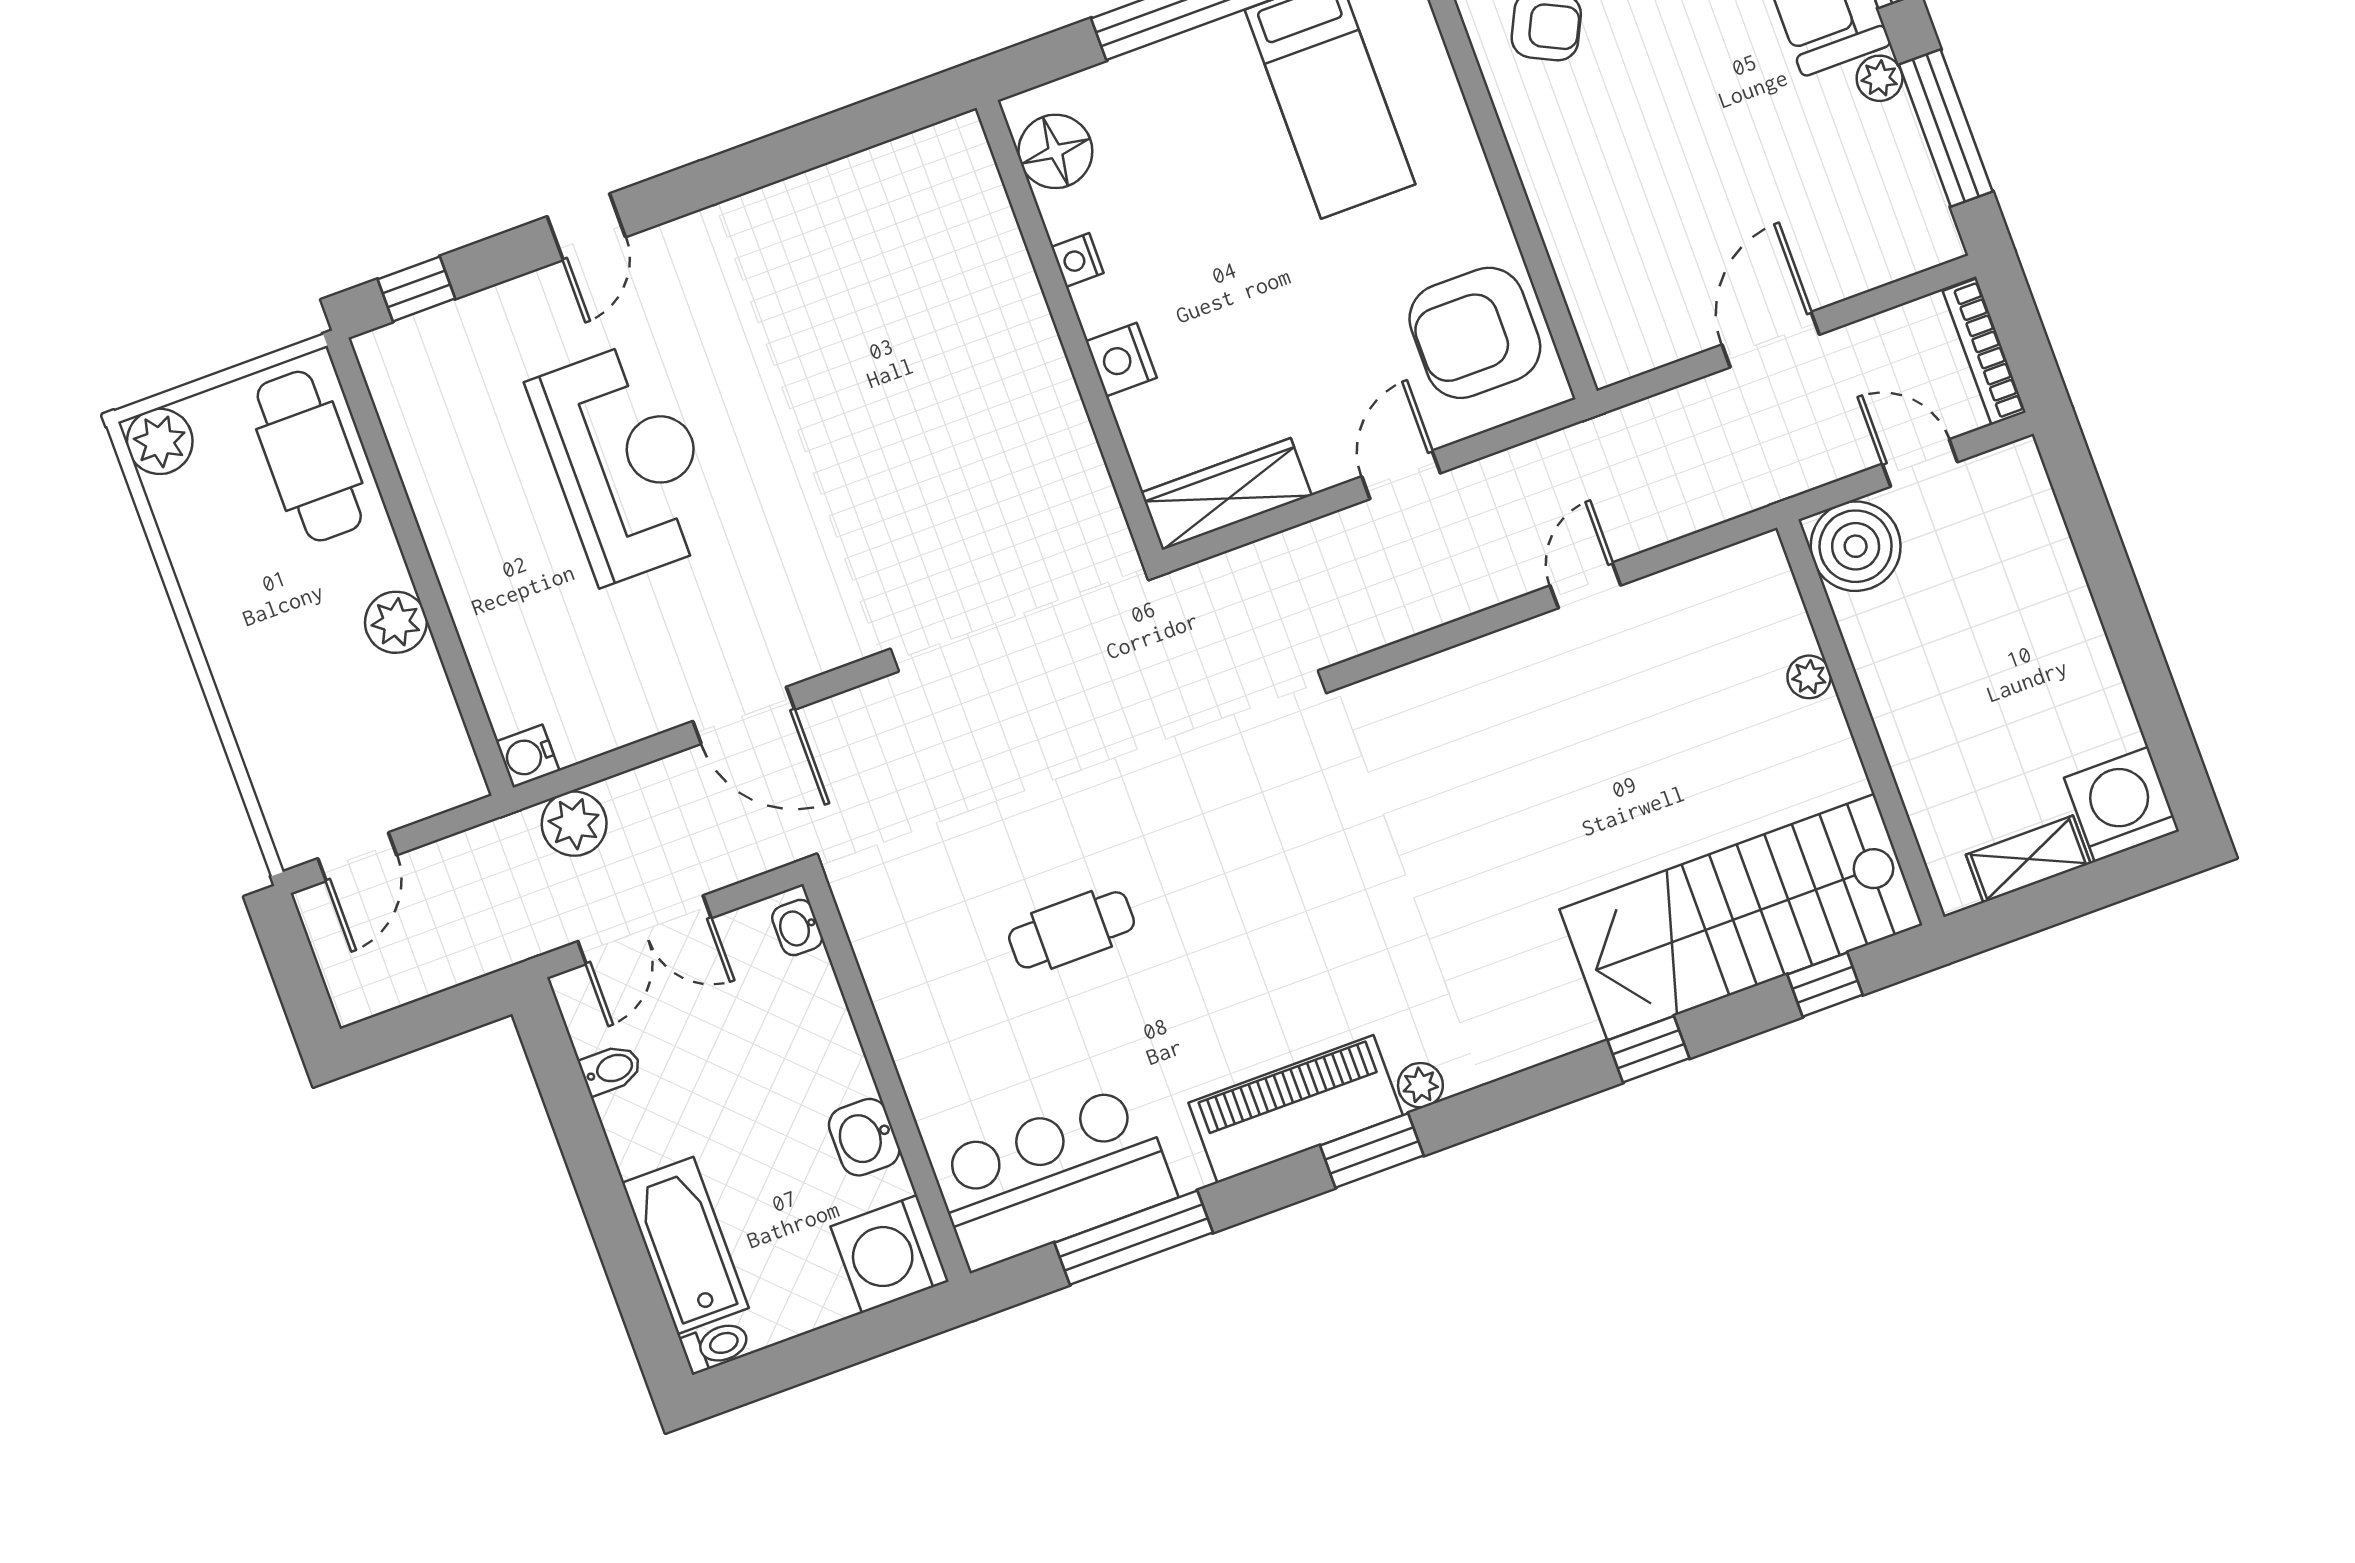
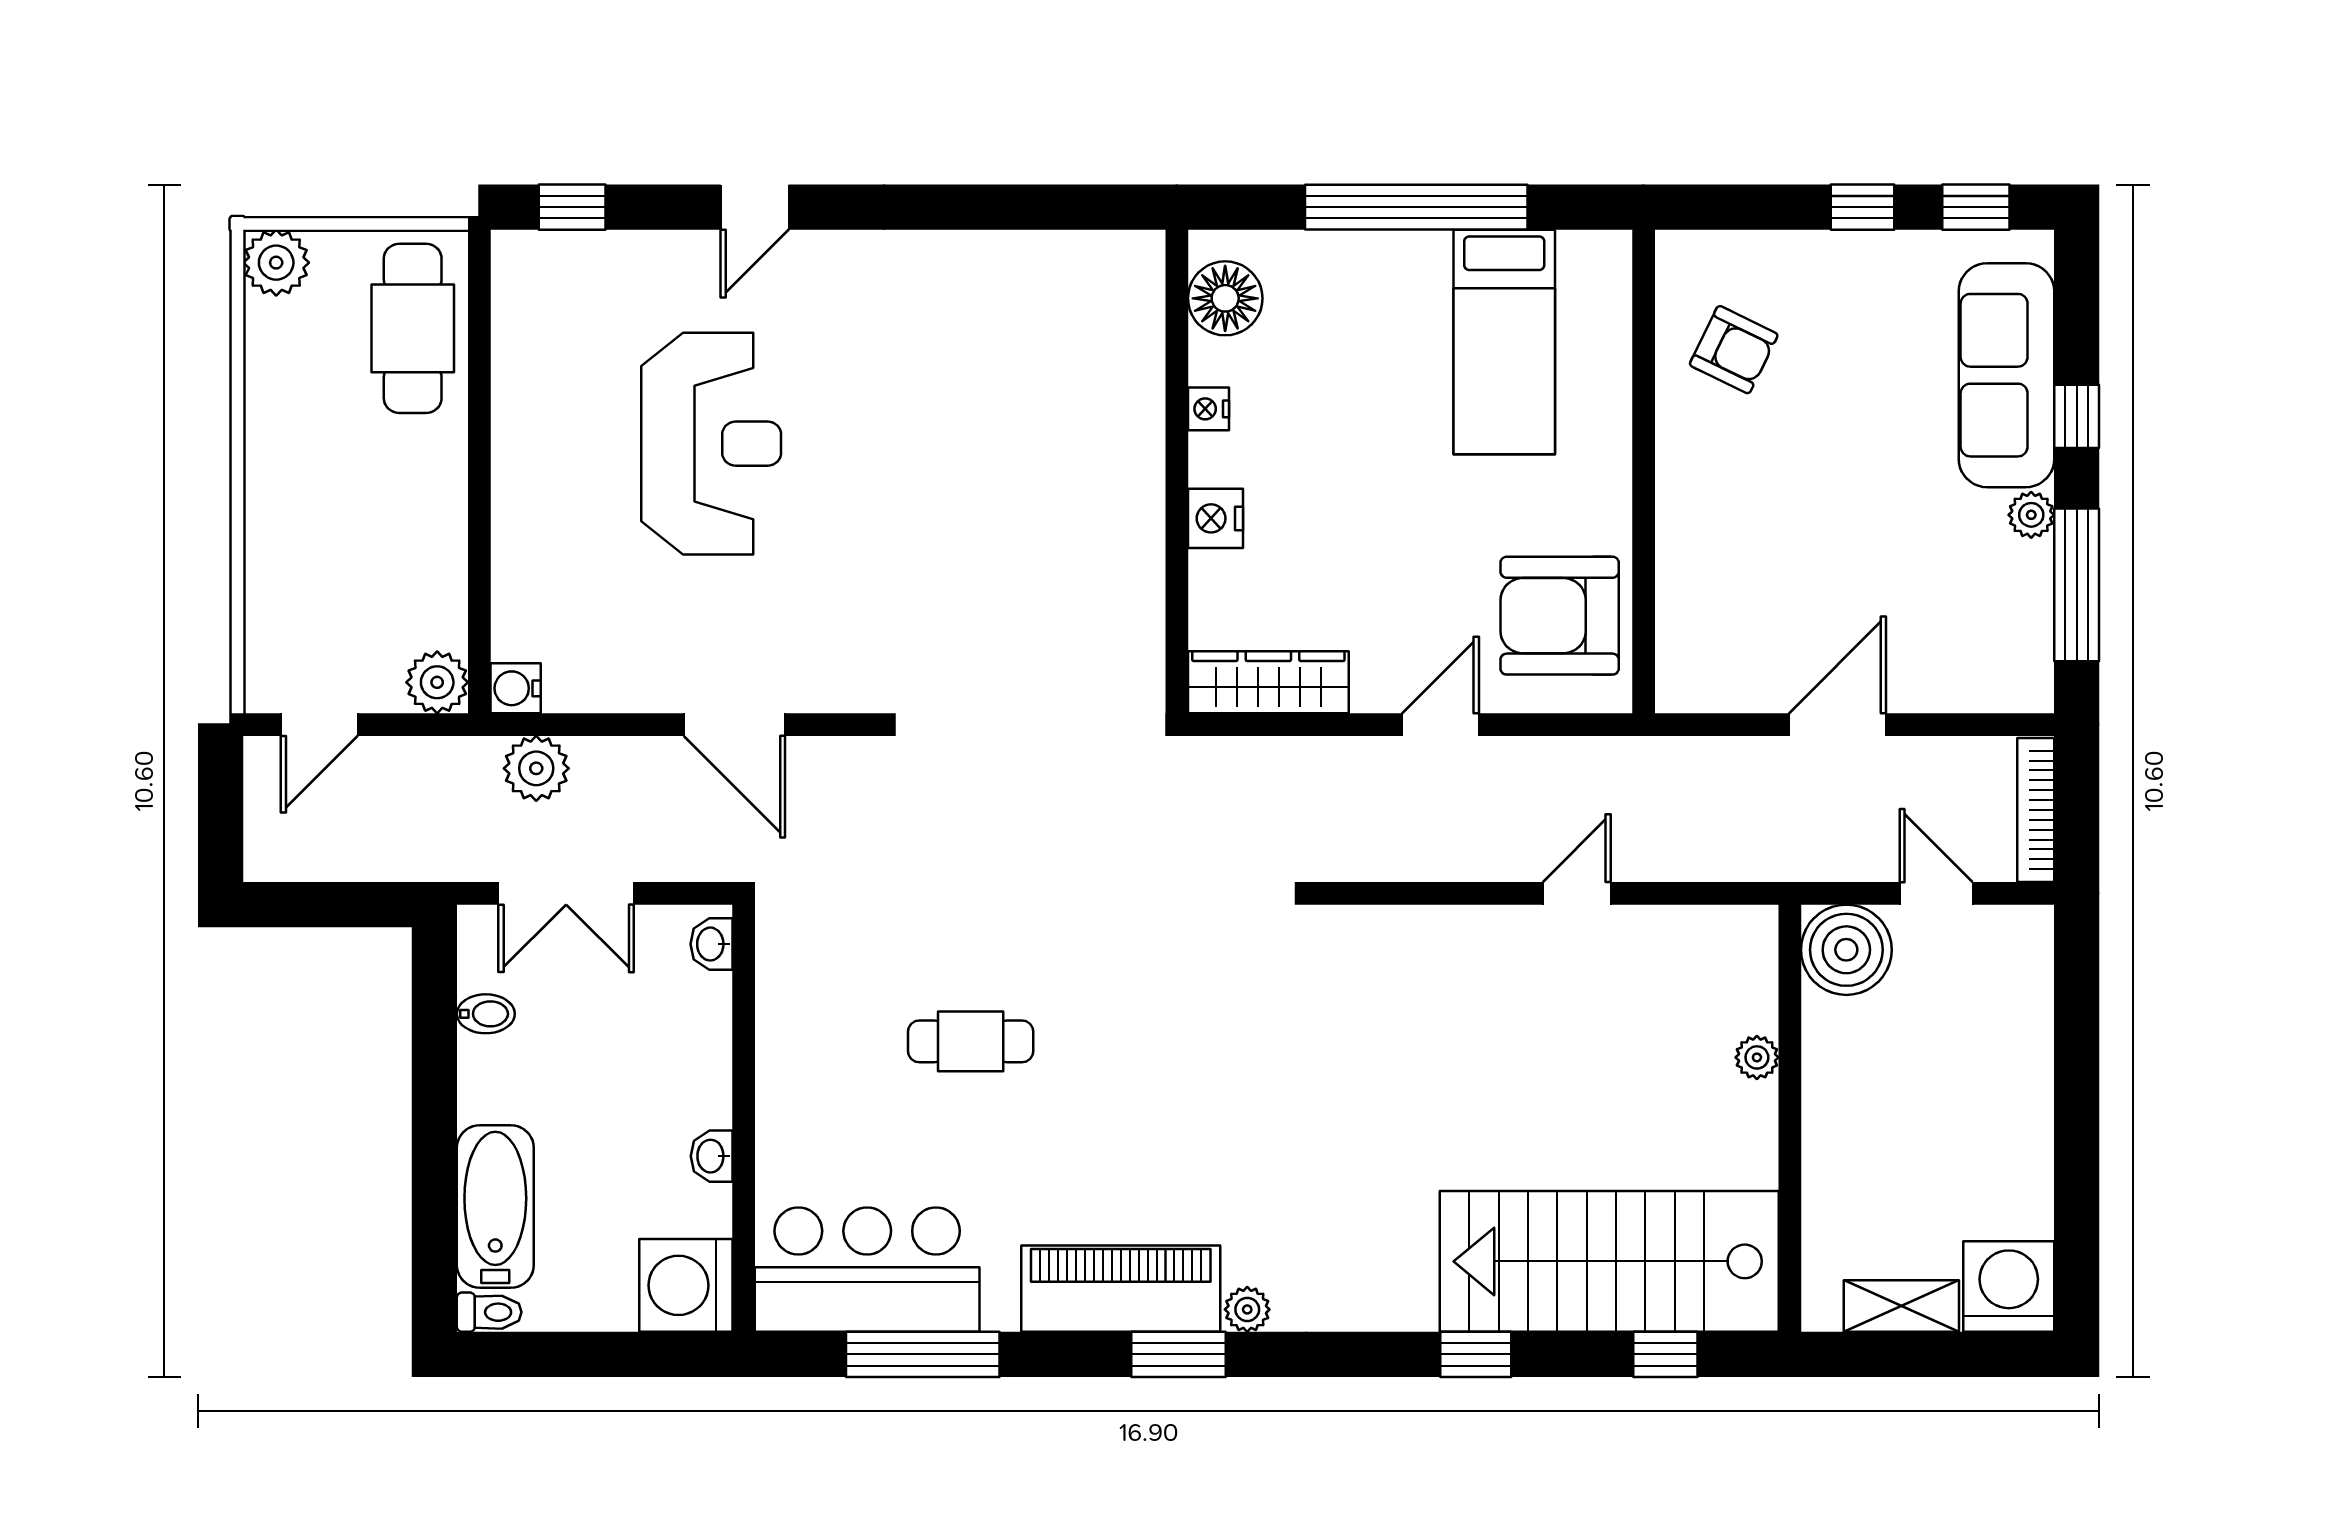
plant: (396, 622) -> (437, 682), moved
washbasin: (864, 1137) -> (712, 1156), width x0.72, depth x0.69

